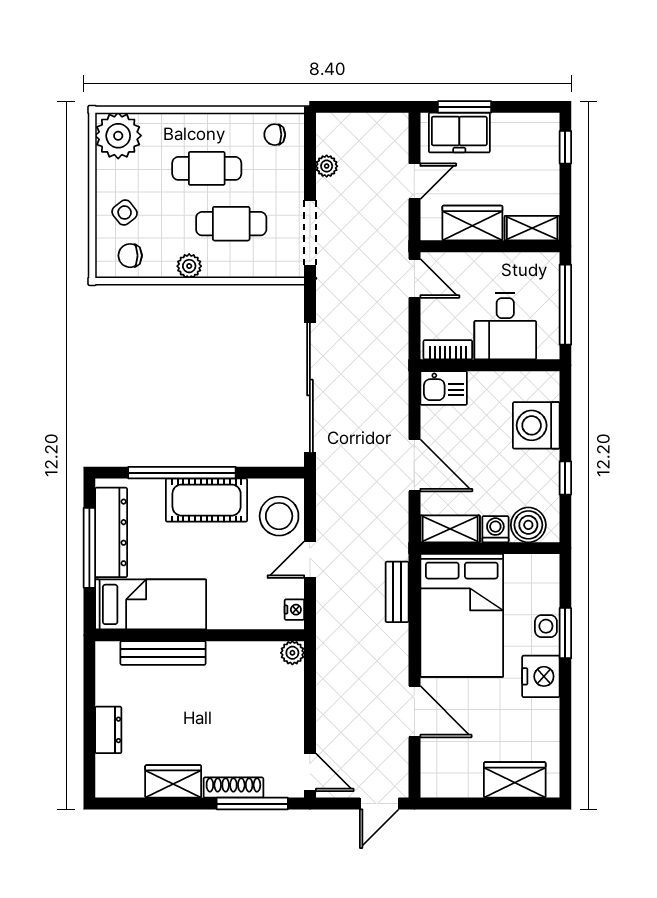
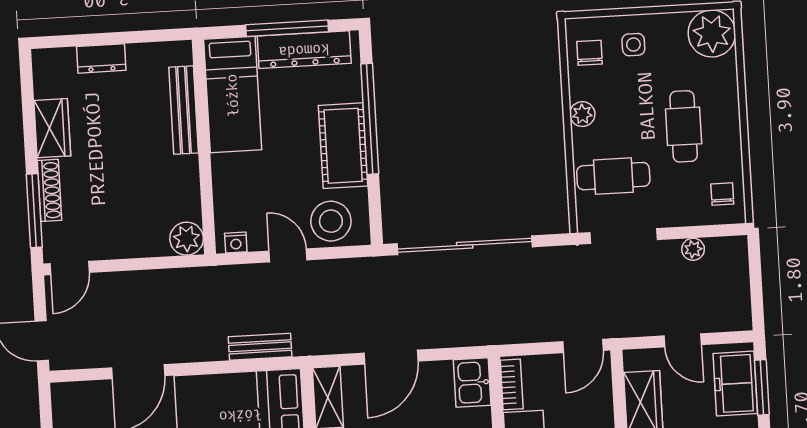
side table: (125, 213) -> (633, 45), turned 38
cafe table: (231, 224) -> (613, 176), moved, turned 90
plant: (292, 653) -> (187, 239), width x1.38, depth x1.38

